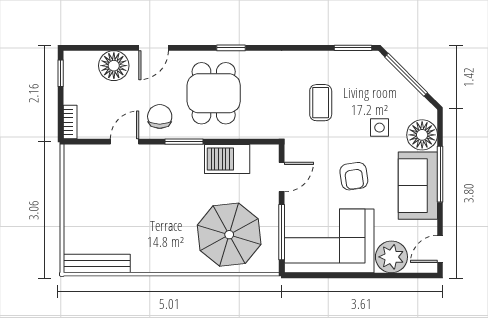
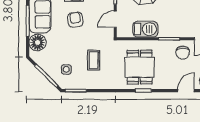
dining table: (214, 93) -> (140, 67), moved
side table: (379, 128) -> (66, 69), moved

